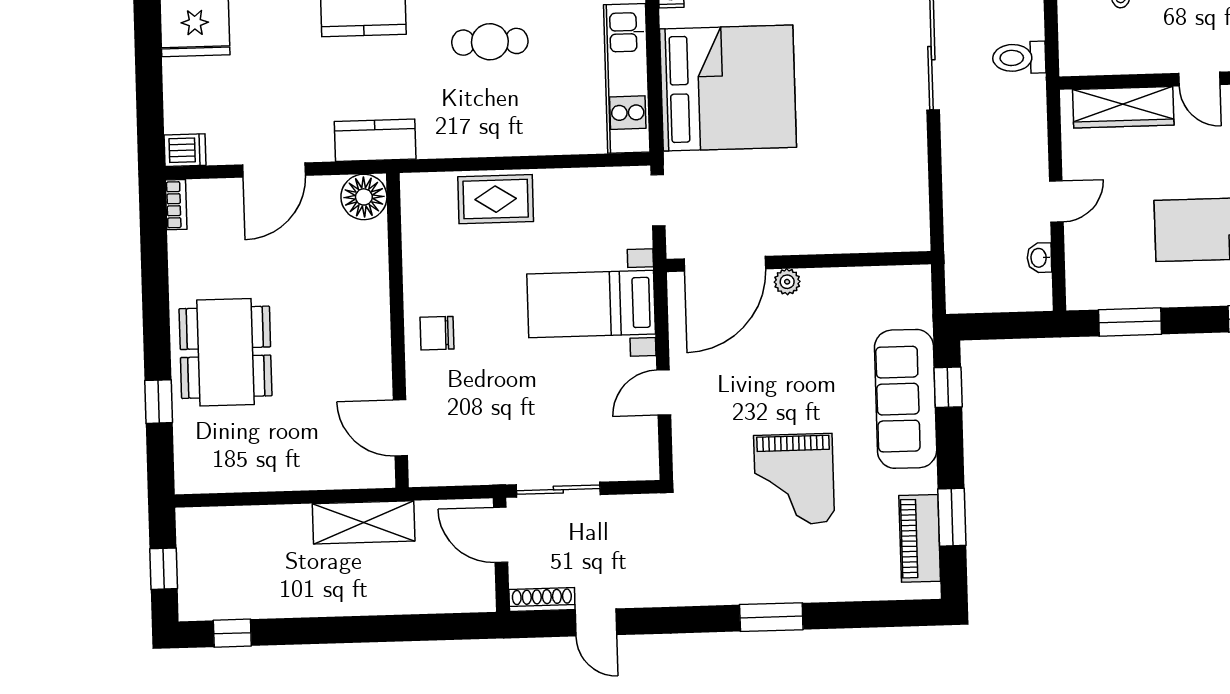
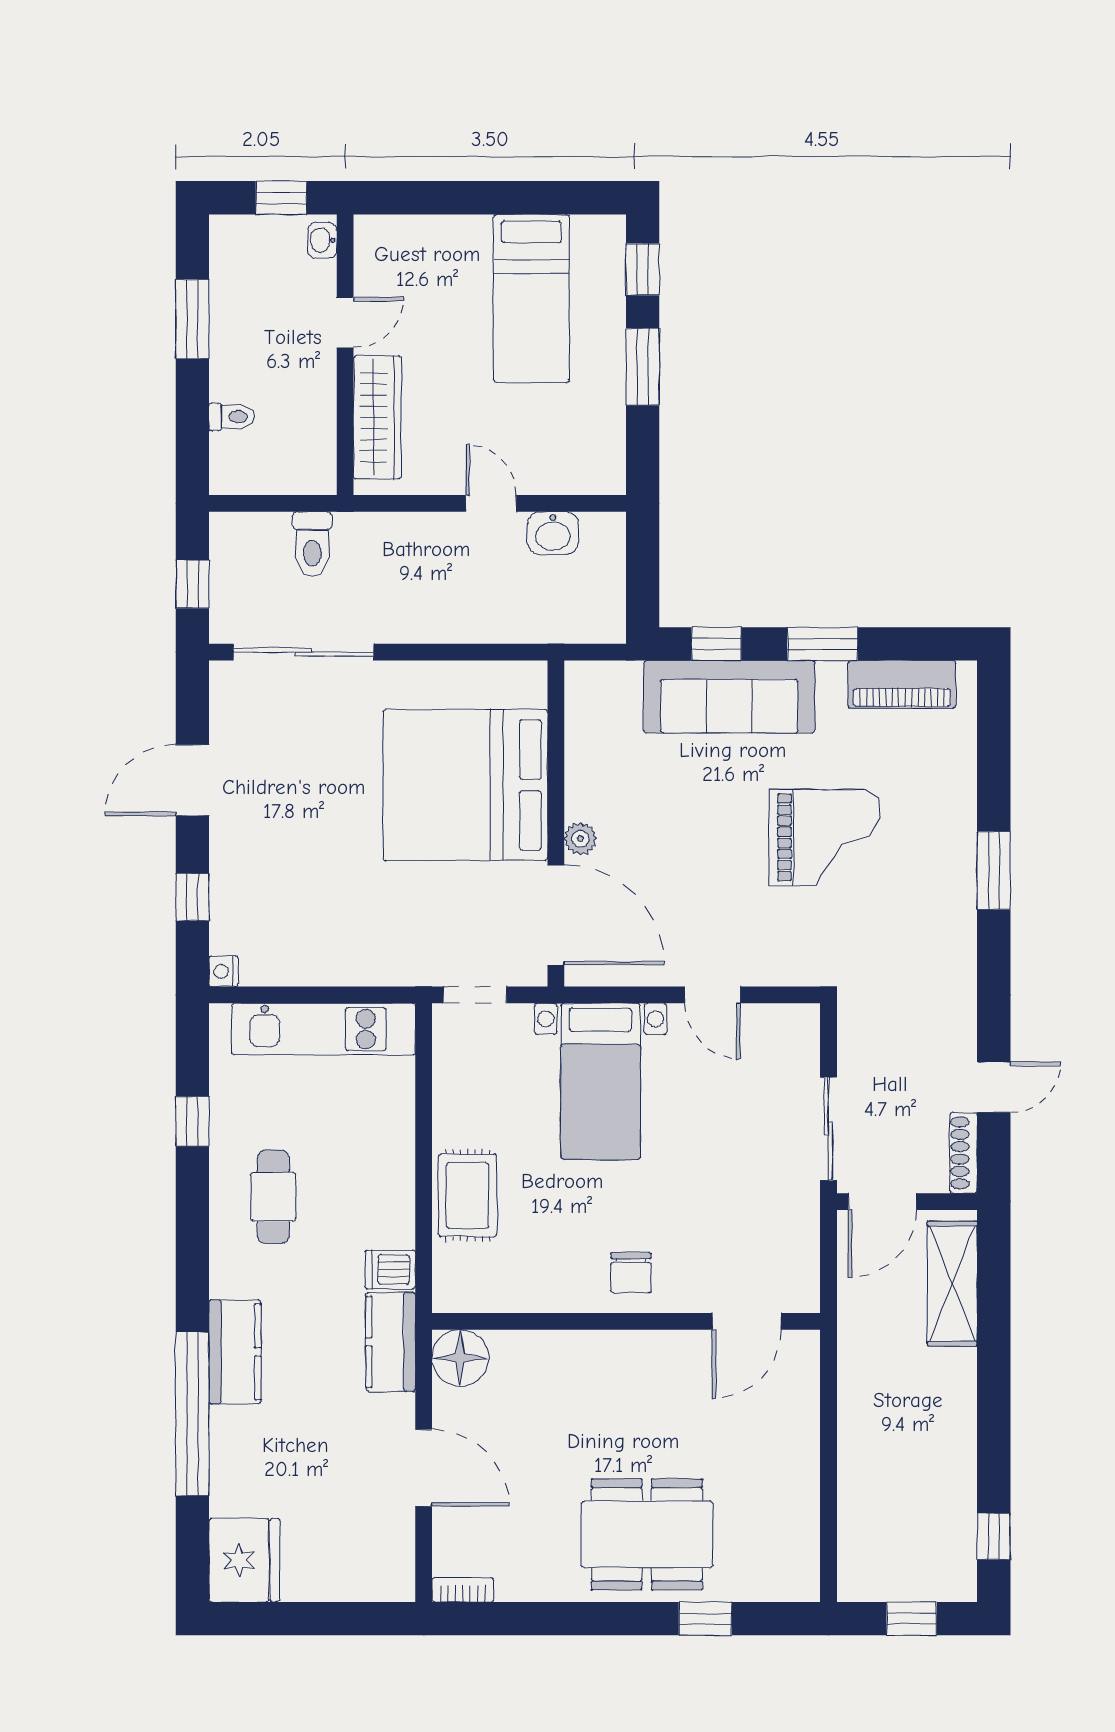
bed: (728, 88) -> (465, 785), moved, turned -90
dishwasher: (185, 150) -> (390, 1269), moved, turned -90
washbasin: (1039, 258) -> (553, 533), width x1.38, depth x1.45
window: (1130, 322) -> (643, 367), moved
window: (952, 517) -> (823, 644), moved
shelving: (364, 522) -> (952, 1284), moved

